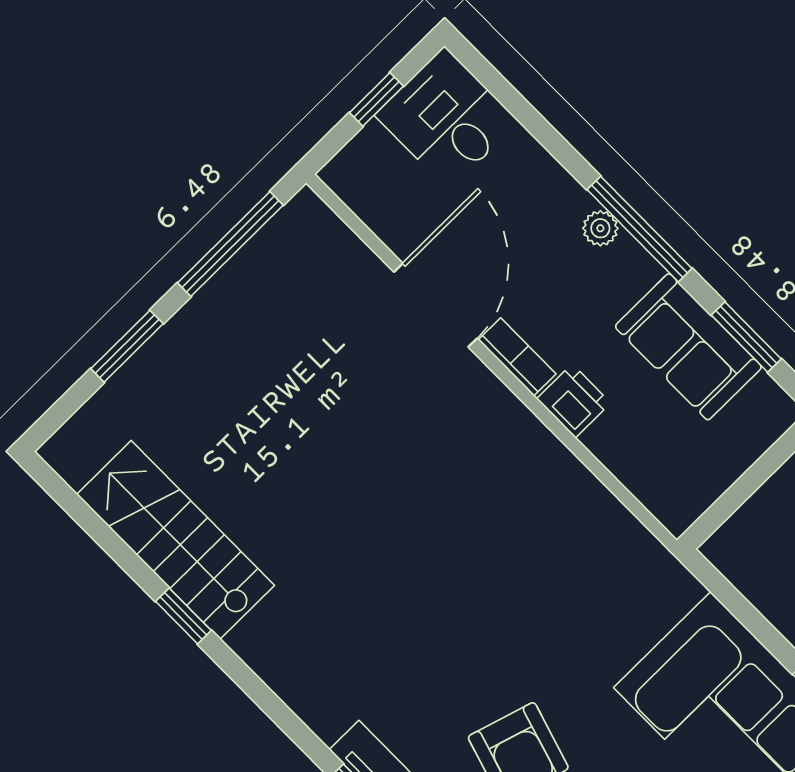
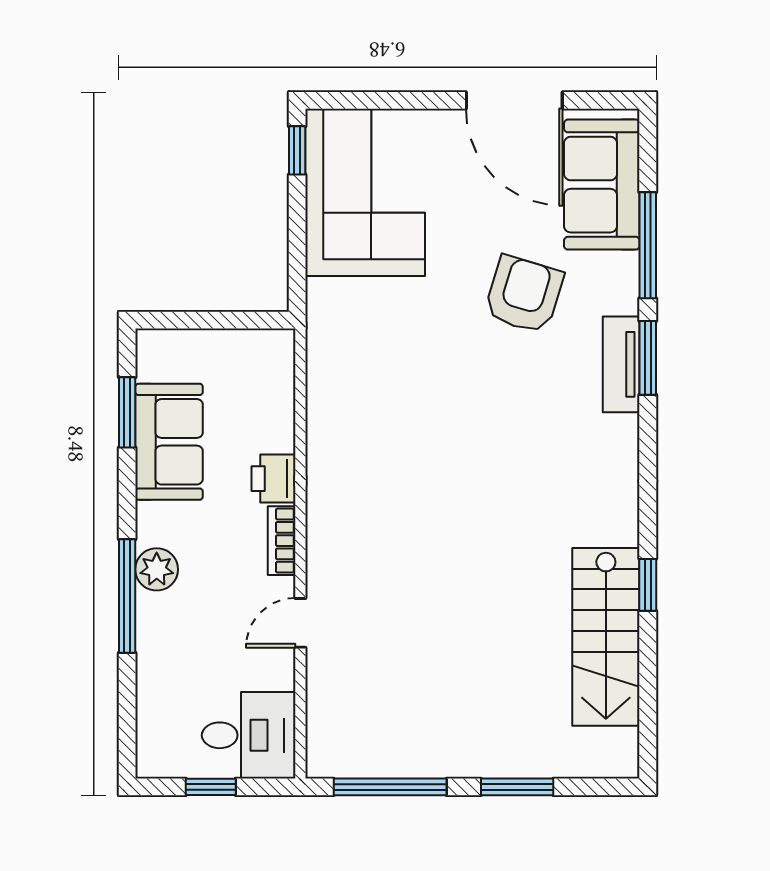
desk: (447, 118) -> (249, 735), moved, turned -90
plant: (600, 228) -> (157, 569), width x1.38, depth x1.38
window: (639, 229) -> (127, 596), moved
door: (436, 305) -> (300, 623), width x0.53

